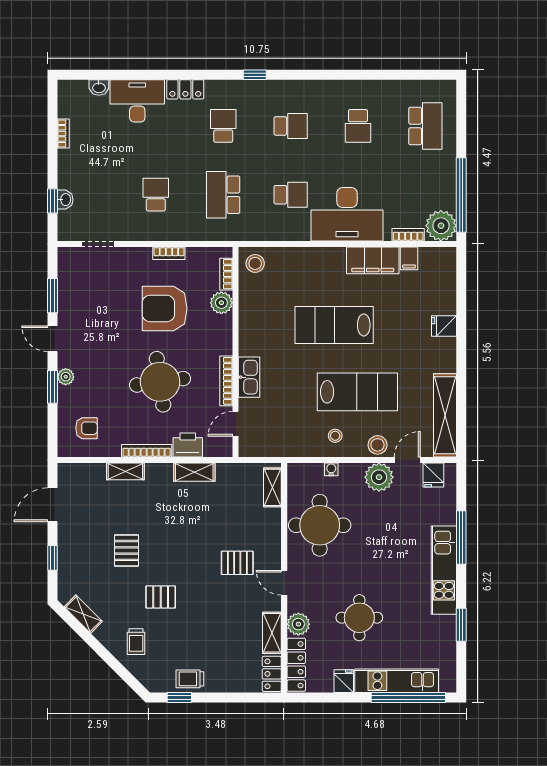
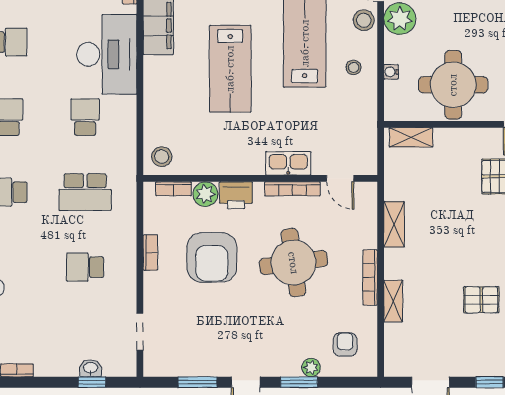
plant: (66, 377) -> (311, 368), moved
printer: (188, 445) -> (236, 195), moved, turned -90

